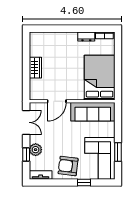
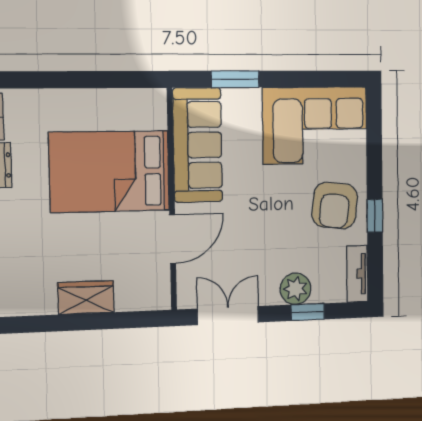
bed: (100, 78) -> (109, 172), moved
door: (57, 101) -> (173, 239), hinge flipped
window: (118, 152) -> (235, 79), moved
window: (84, 183) -> (375, 216), moved

